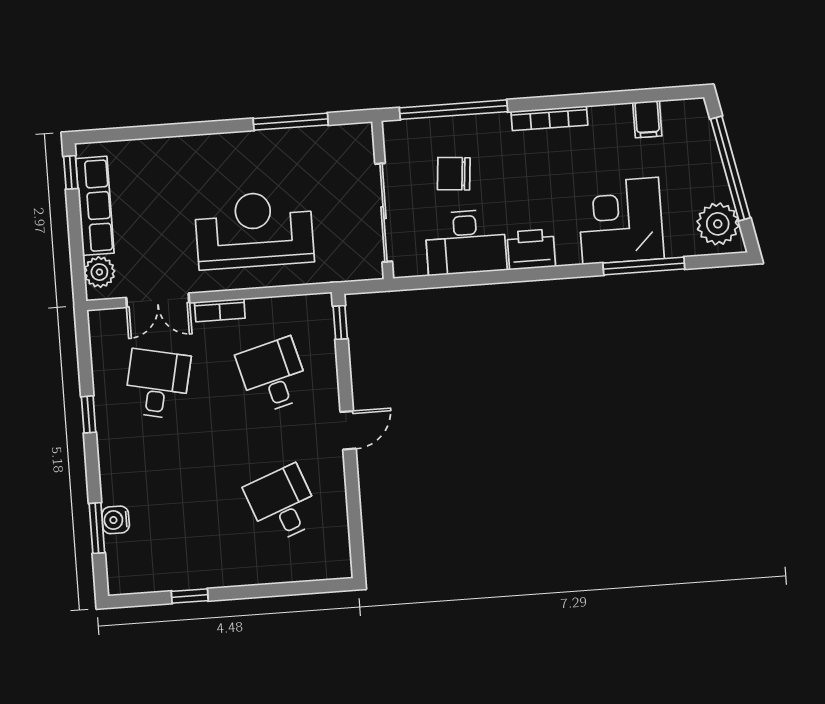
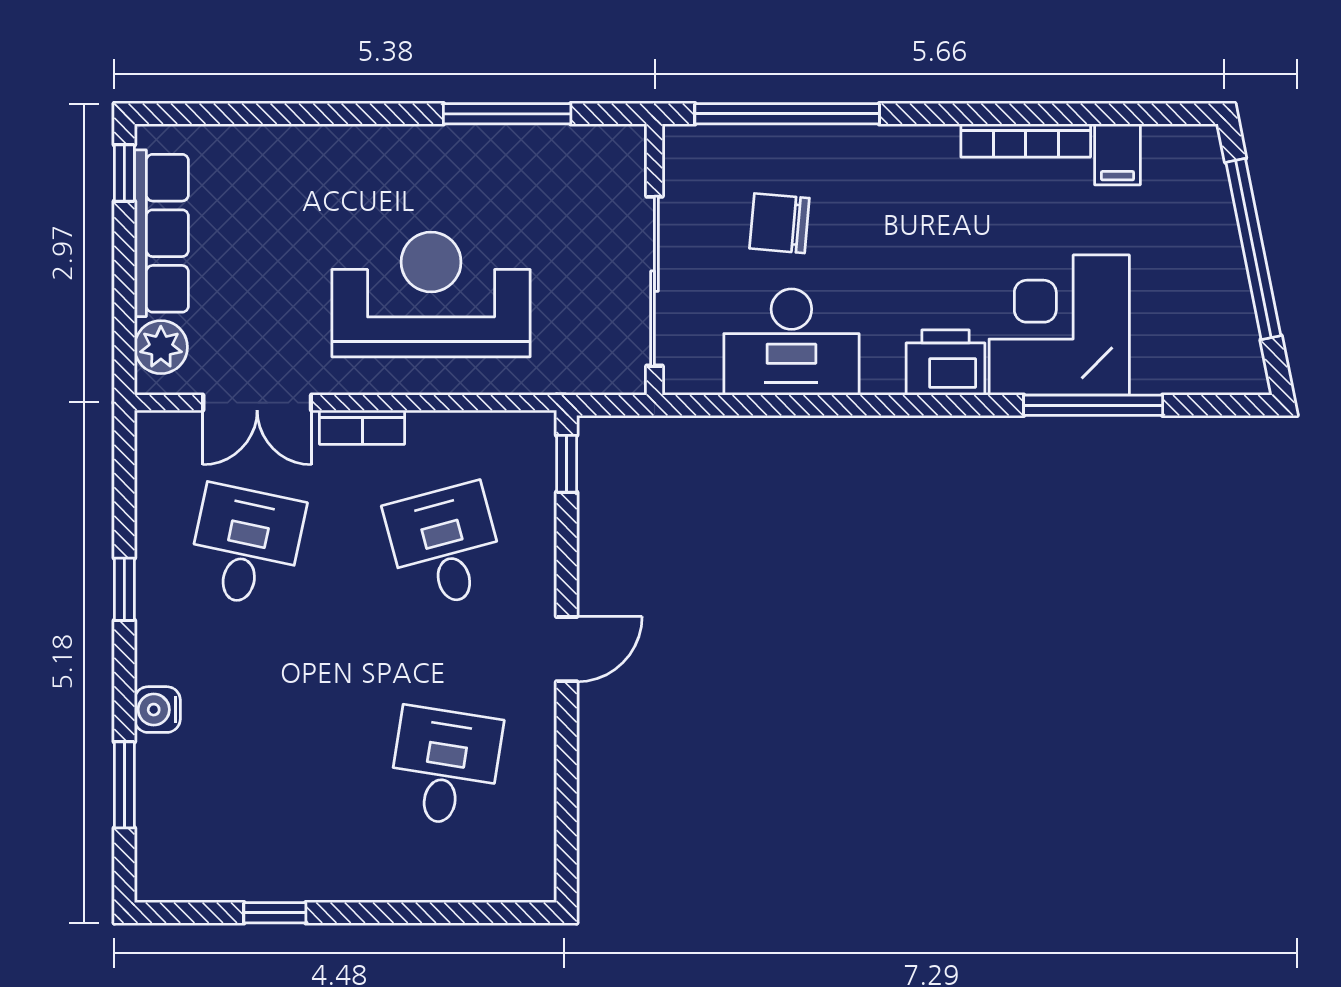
bookcase: (549, 118) -> (1026, 140), moved
plant: (718, 224) -> (1225, 342), removed
printer: (531, 249) -> (946, 363), moved
desk: (283, 504) -> (445, 767), turned 30
water cooler: (116, 520) -> (157, 710), moved

